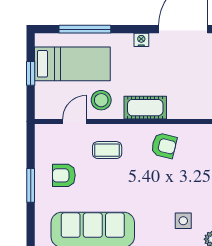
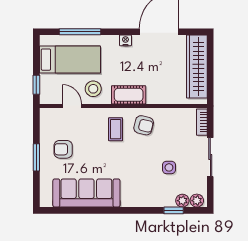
window: (31, 73) -> (36, 85), moved
door: (75, 121) -> (72, 106), hinge flipped
coffee table: (107, 150) -> (116, 129), moved, turned 90
side table: (183, 221) -> (169, 167), moved

